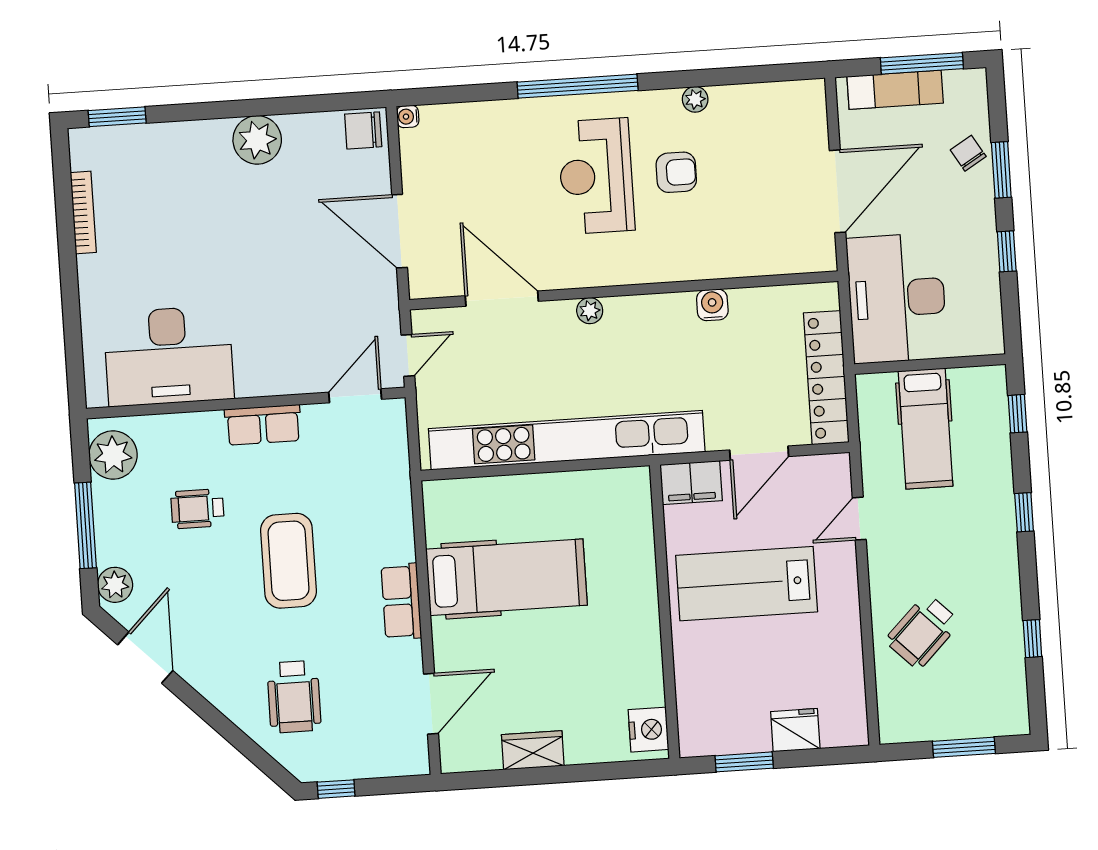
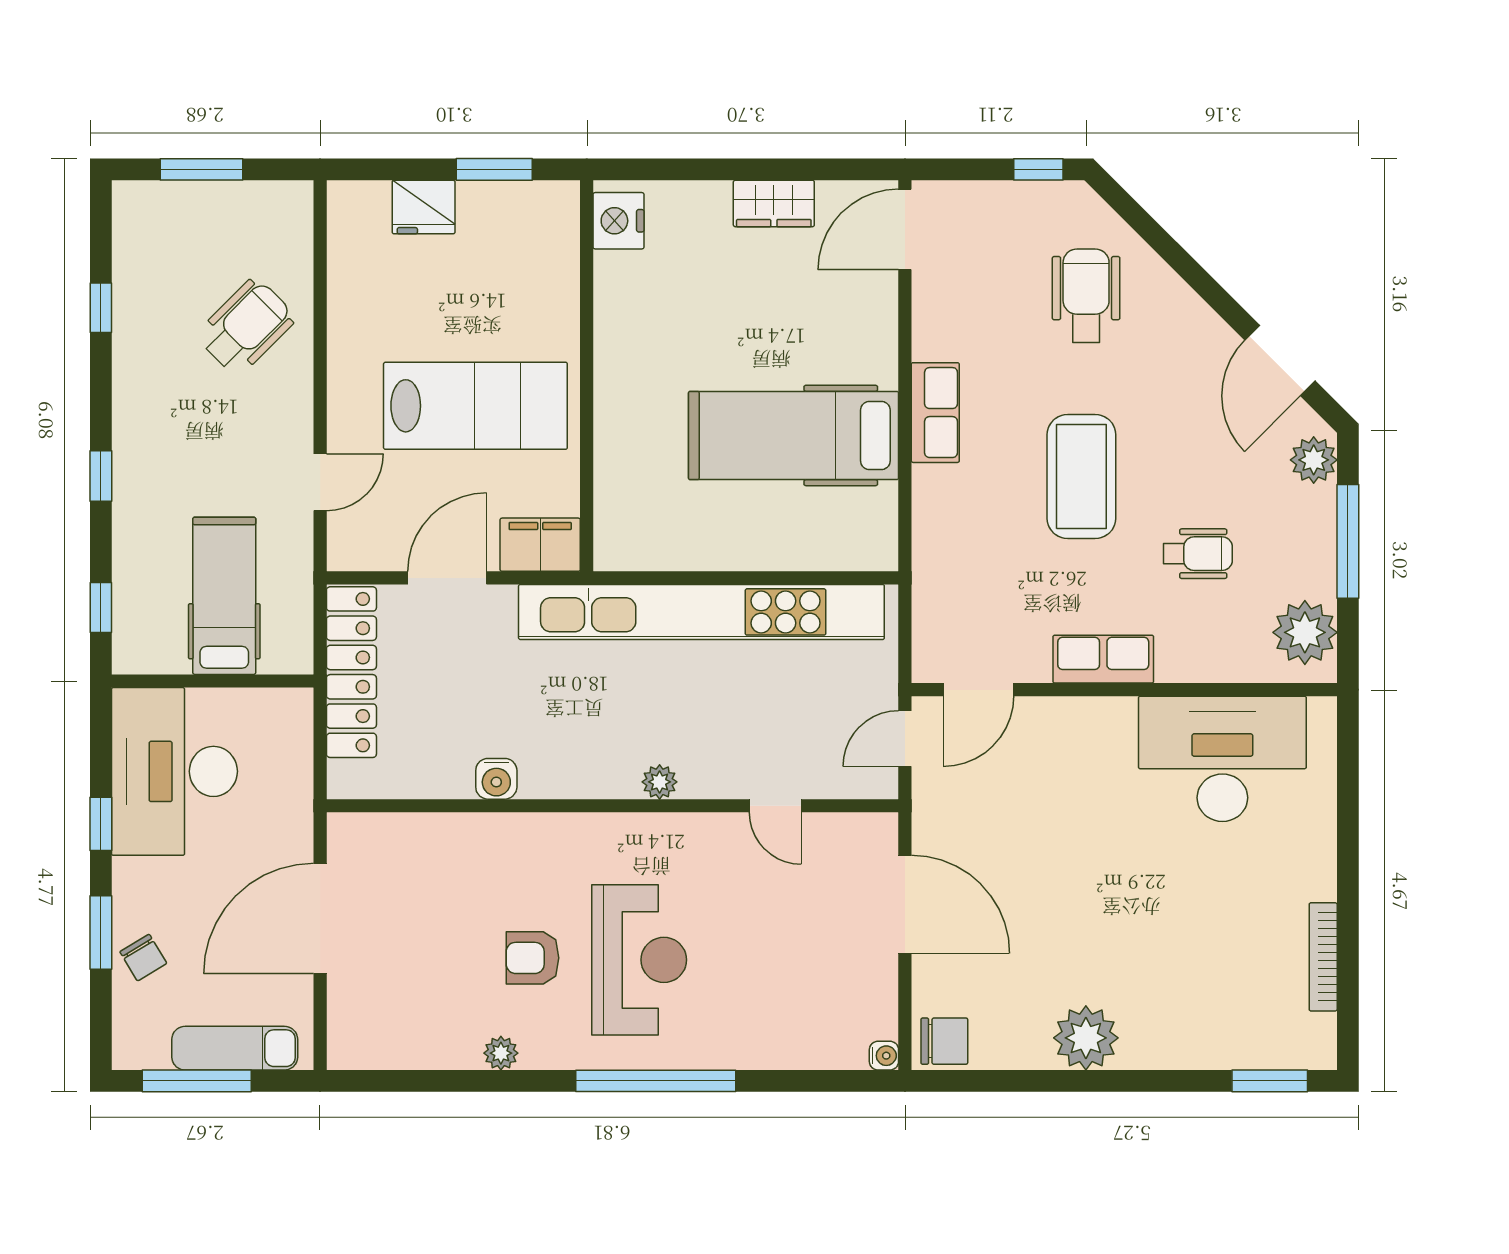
desk: (897, 298) -> (174, 771), moved, turned 180
door: (502, 299) -> (775, 806), width x0.53
door: (431, 704) -> (905, 229), moved

